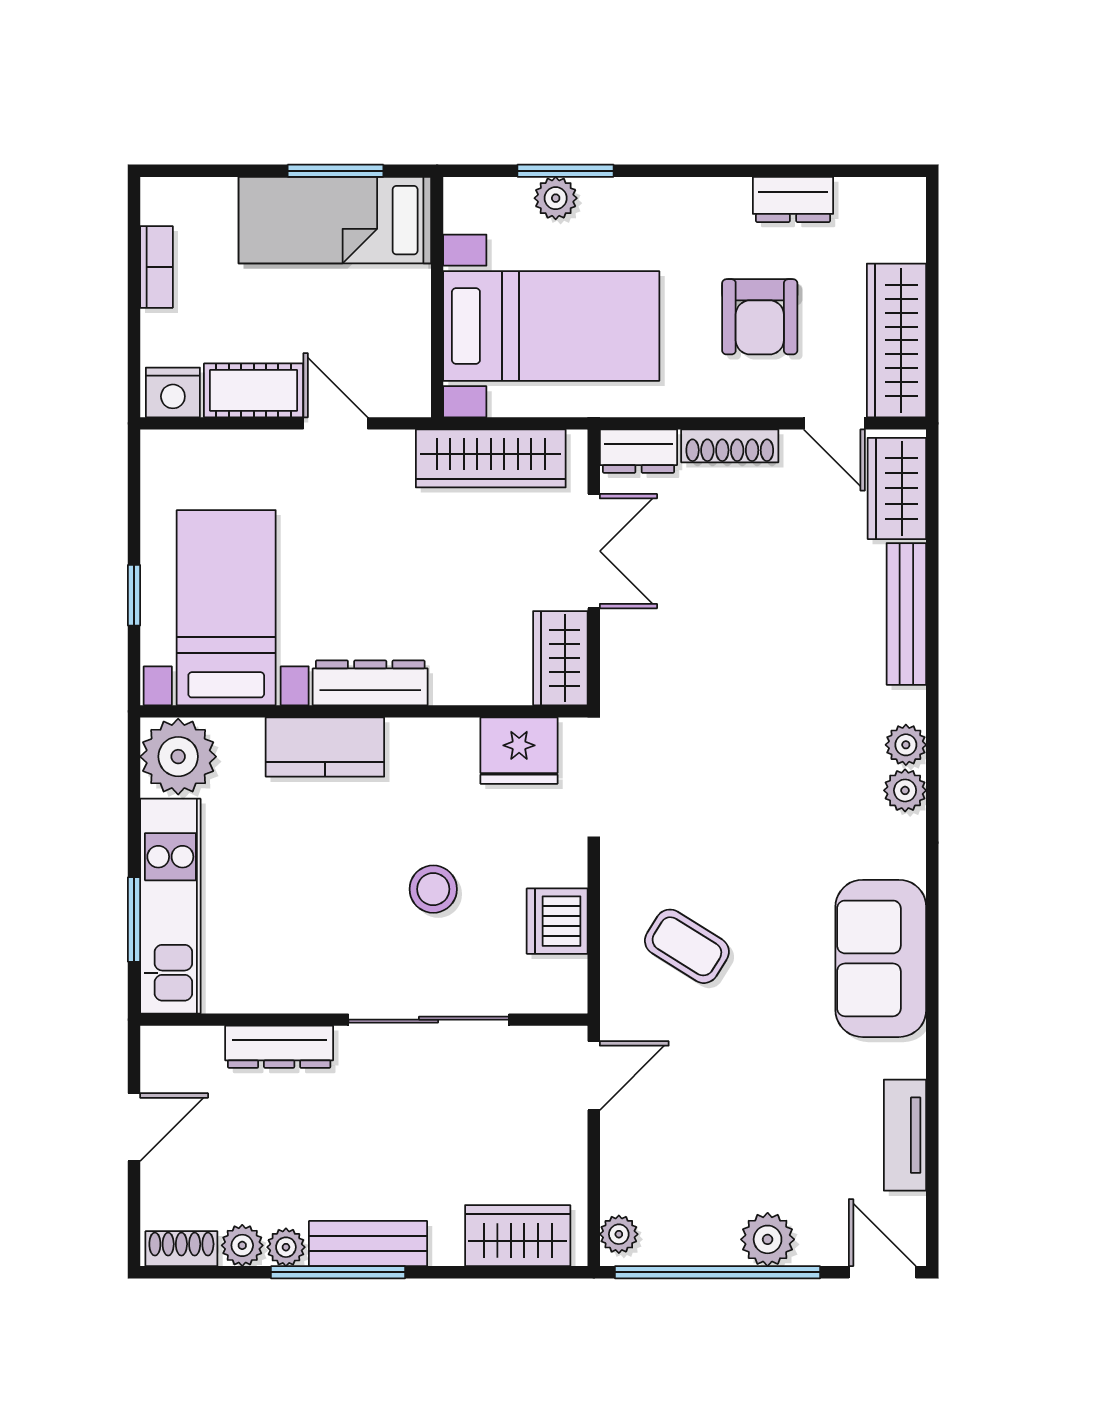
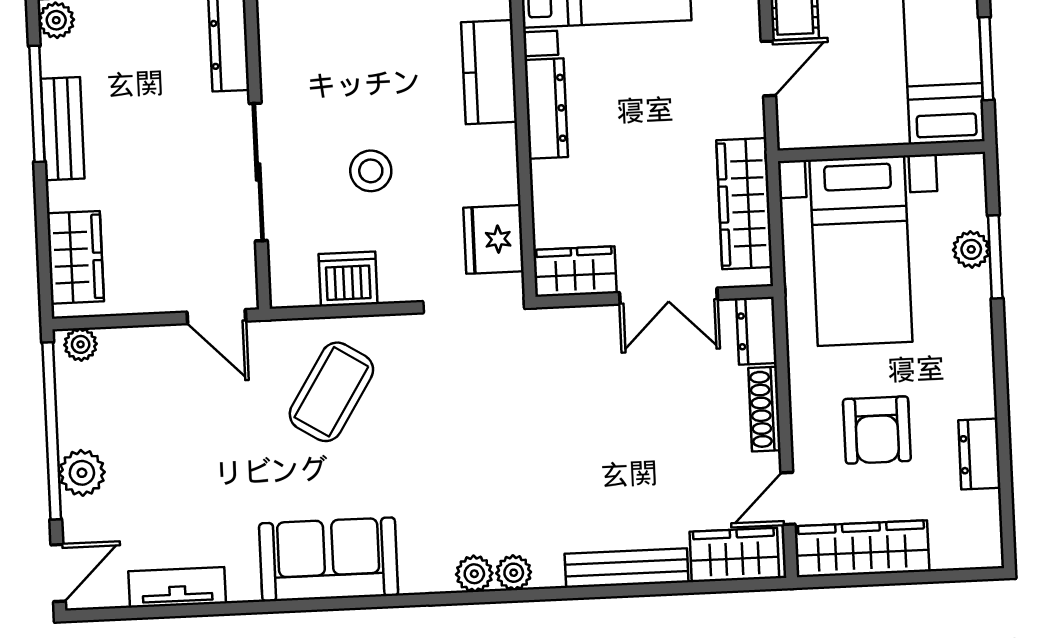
armchair: (760, 317) -> (877, 430), turned -90
coffee table: (687, 946) -> (331, 392), width x1.36, depth x1.30
plant: (286, 1247) -> (56, 58), removed

